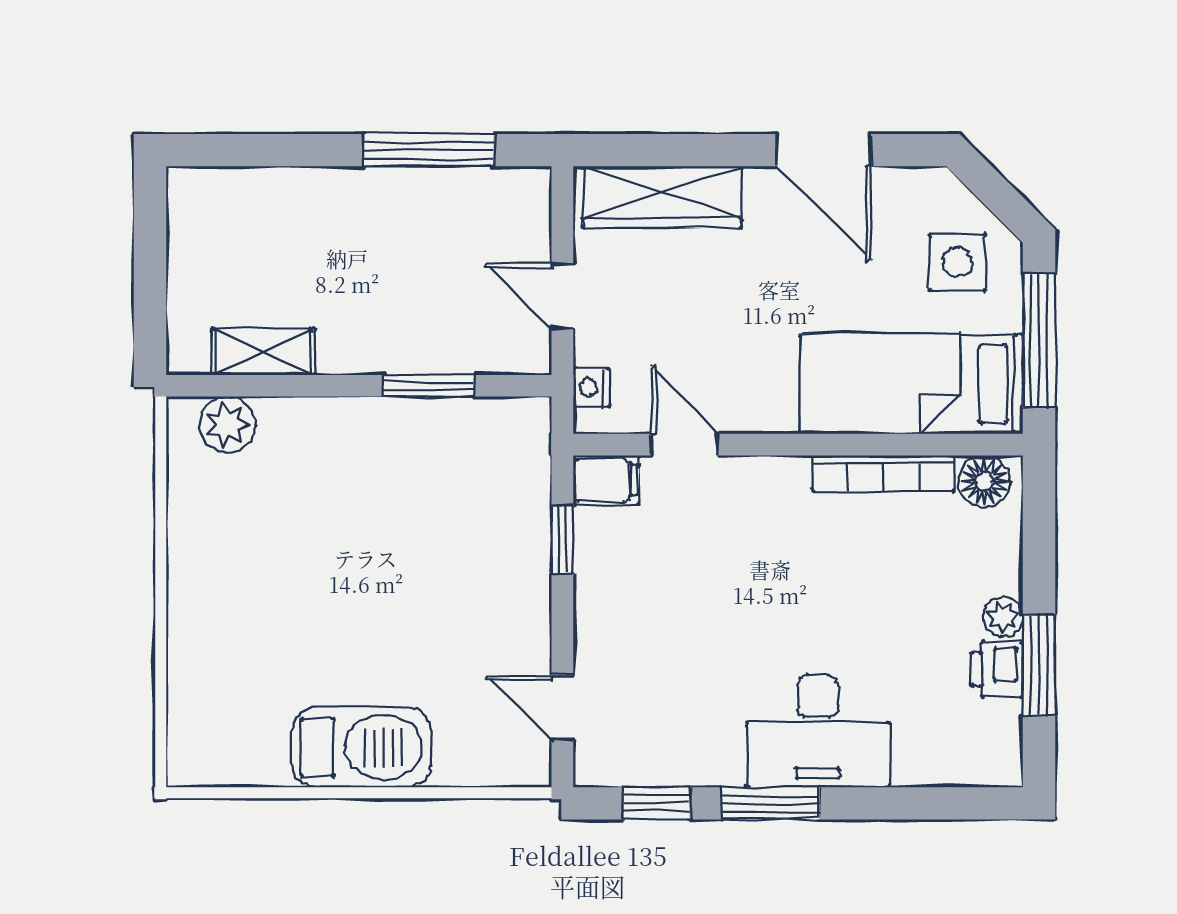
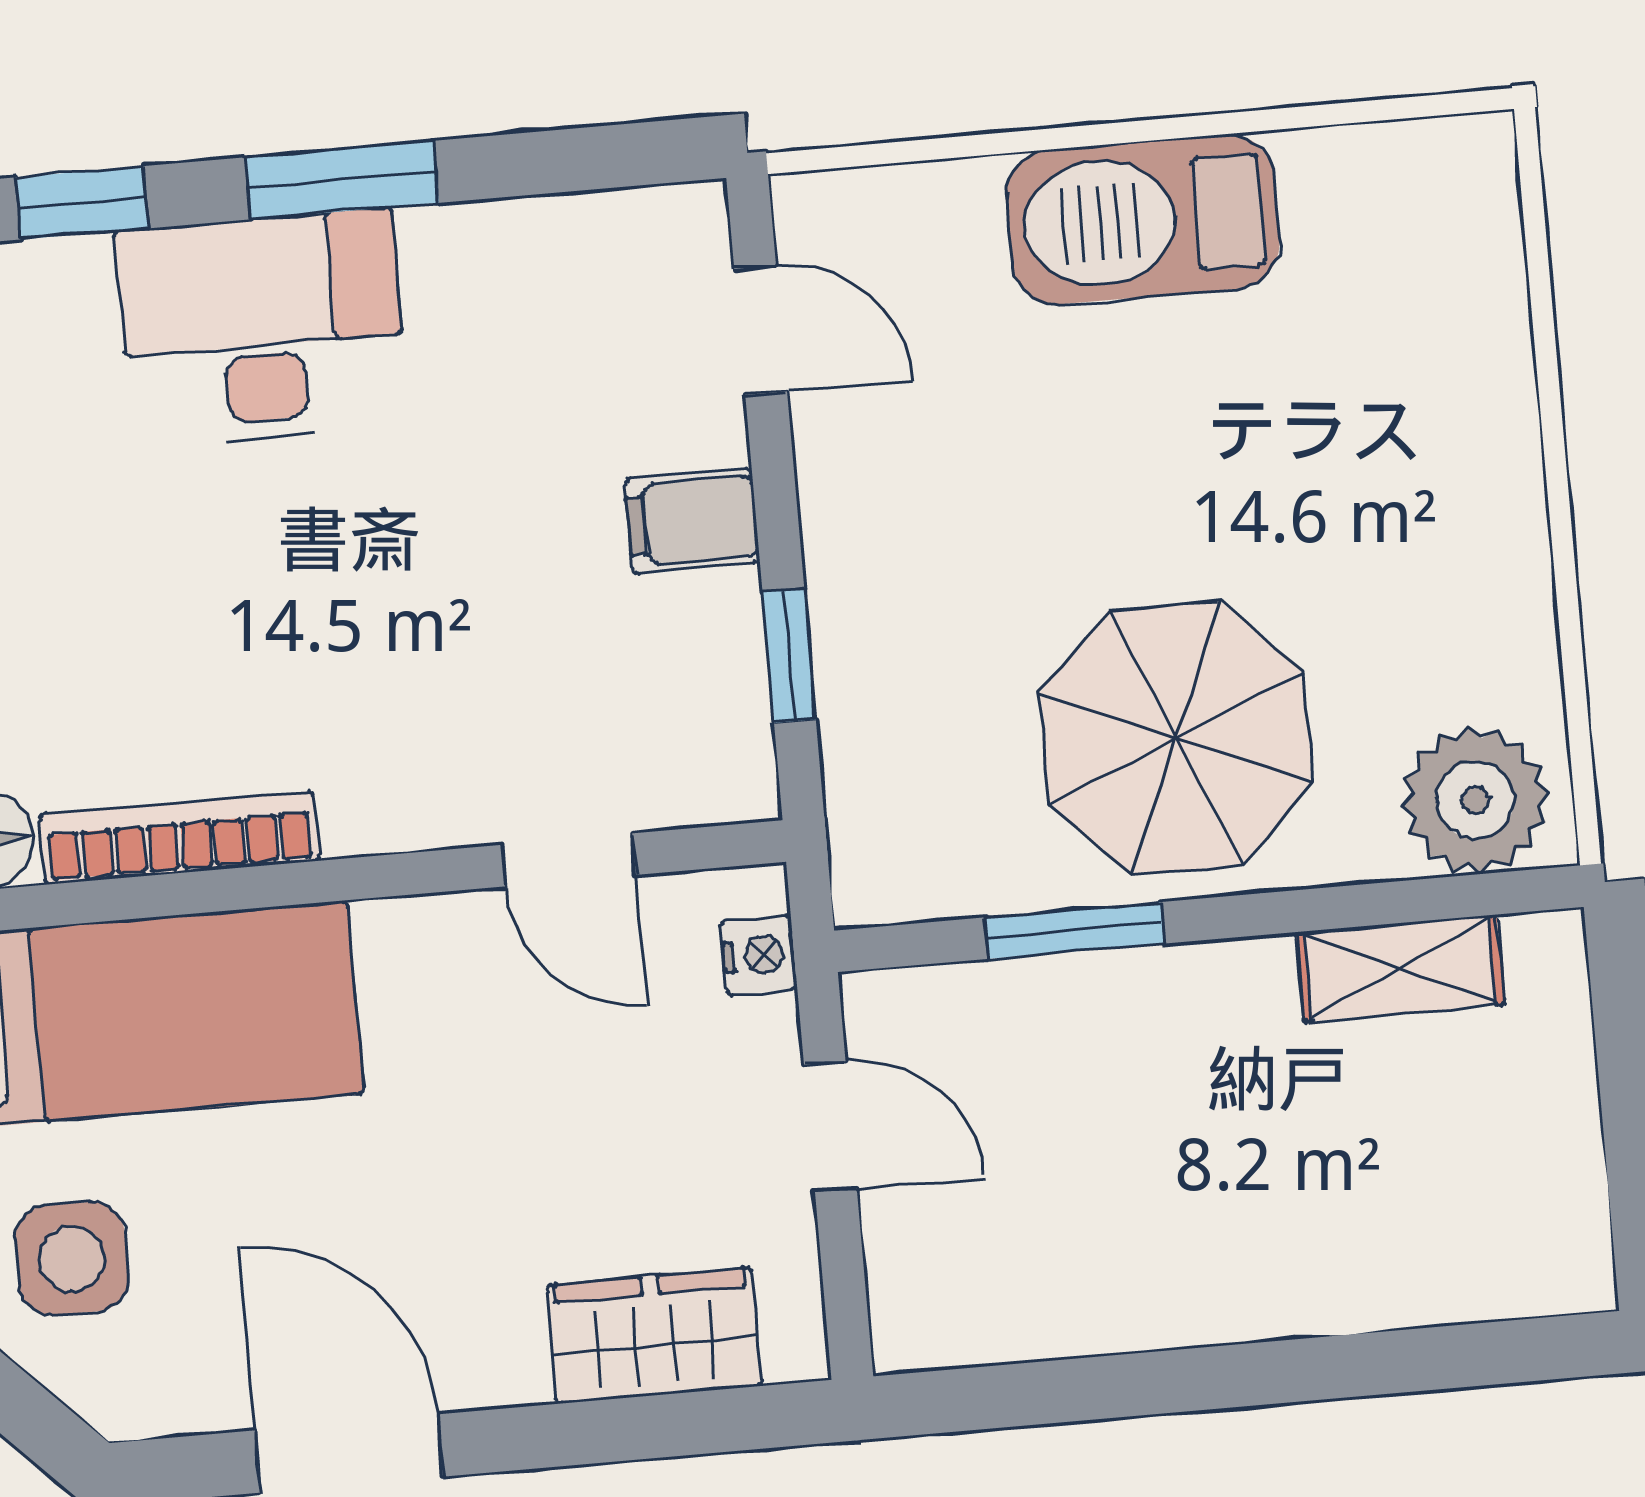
window: (429, 150) -> (1114, 1387), removed
wardrobe: (662, 197) -> (654, 1335), width x0.67
plant: (227, 424) -> (1475, 800), width x1.36, depth x1.36
parasol: (368, 480) -> (1176, 738), added
filing cabinet: (606, 480) -> (692, 521), moved
window: (657, 803) -> (82, 203), moved

